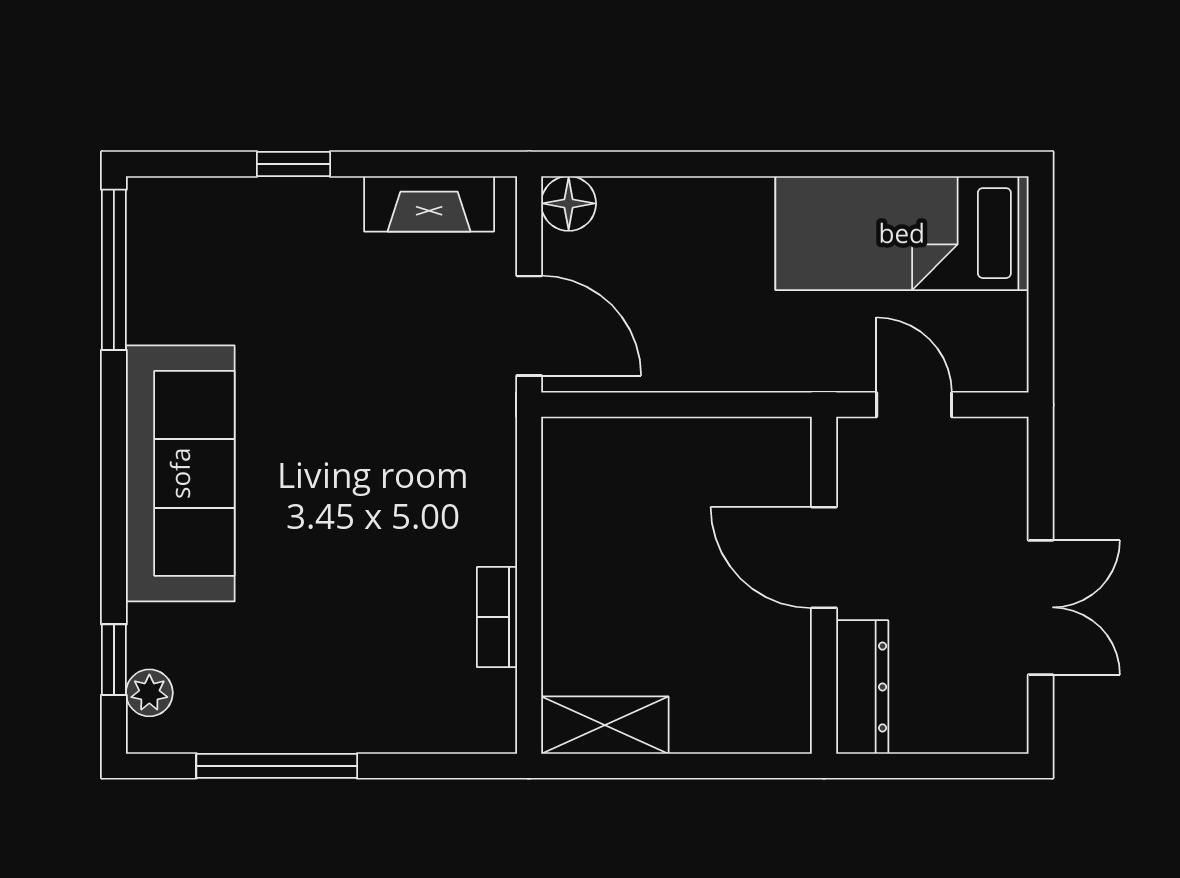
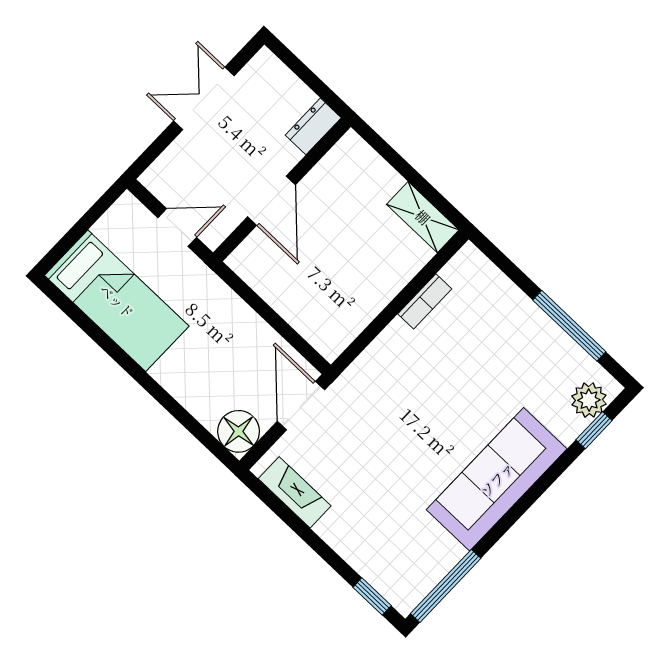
window: (293, 164) -> (372, 596), moved
floor lamp: (569, 203) -> (239, 431), width x1.38, depth x1.38
door: (914, 405) -> (177, 228), swing flipped
dresser: (862, 687) -> (313, 126), width x0.70
plant: (149, 693) -> (589, 400), width x1.38, depth x1.38

